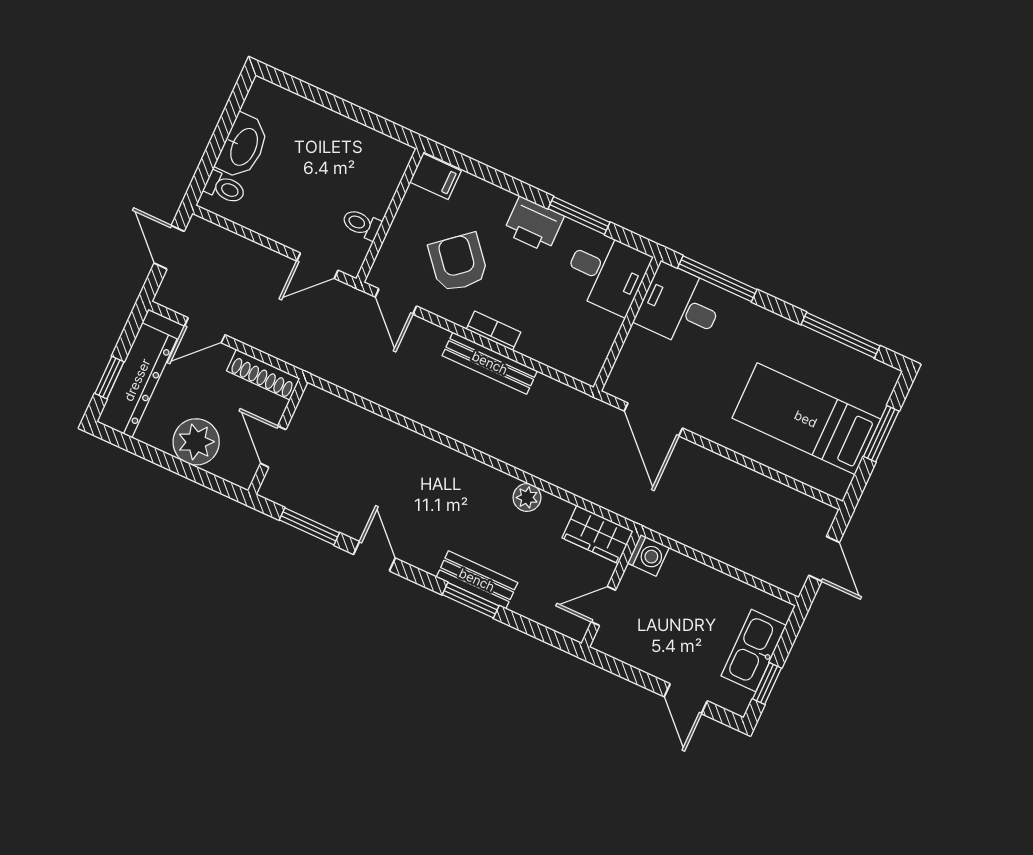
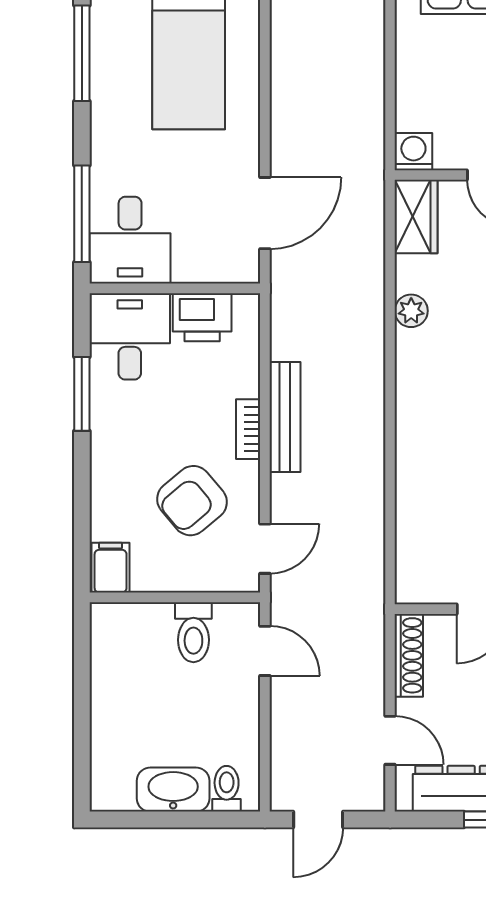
toilet: (361, 224) -> (193, 632), width x1.37, depth x1.39
printer: (534, 224) -> (202, 317), moved, turned 90

